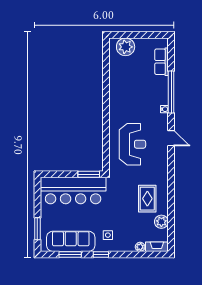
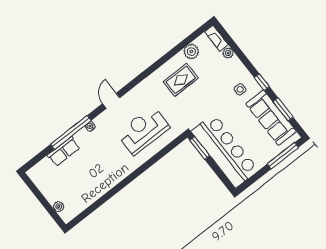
plant: (126, 47) -> (59, 207), width x0.53, depth x0.53
row of seats: (162, 62) -> (64, 151), moved
window: (37, 229) -> (283, 156), width x1.44

